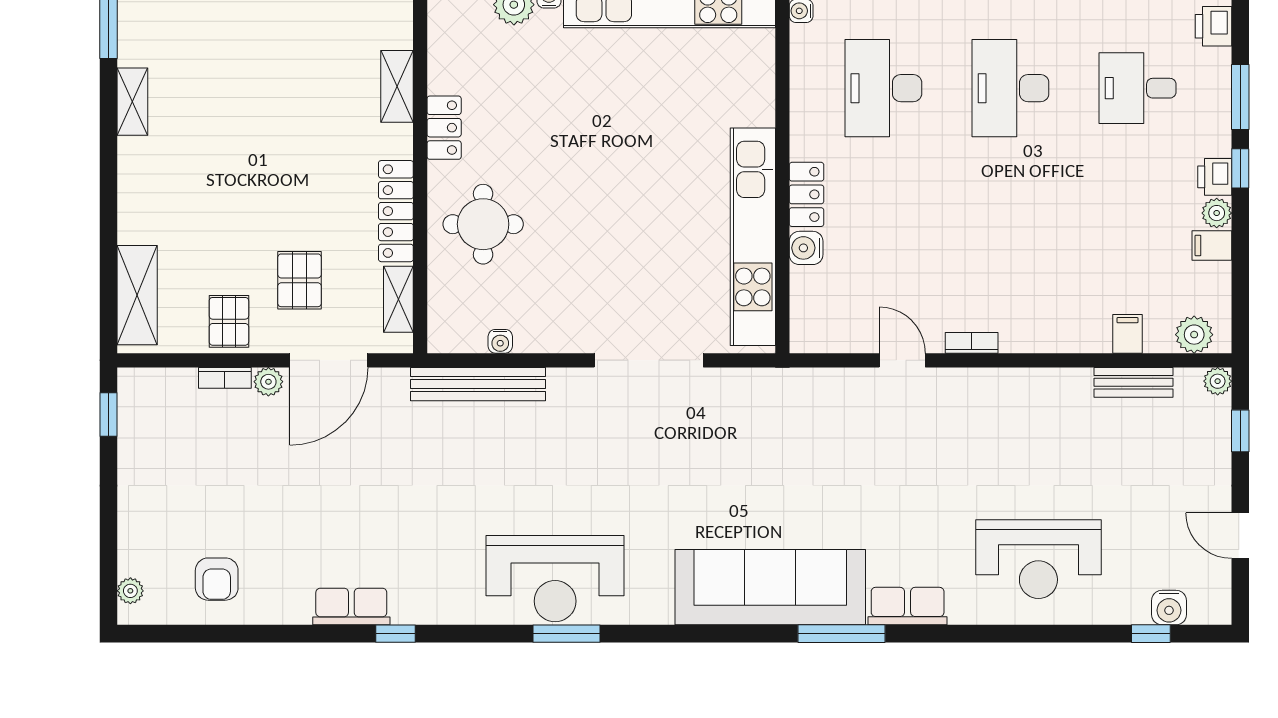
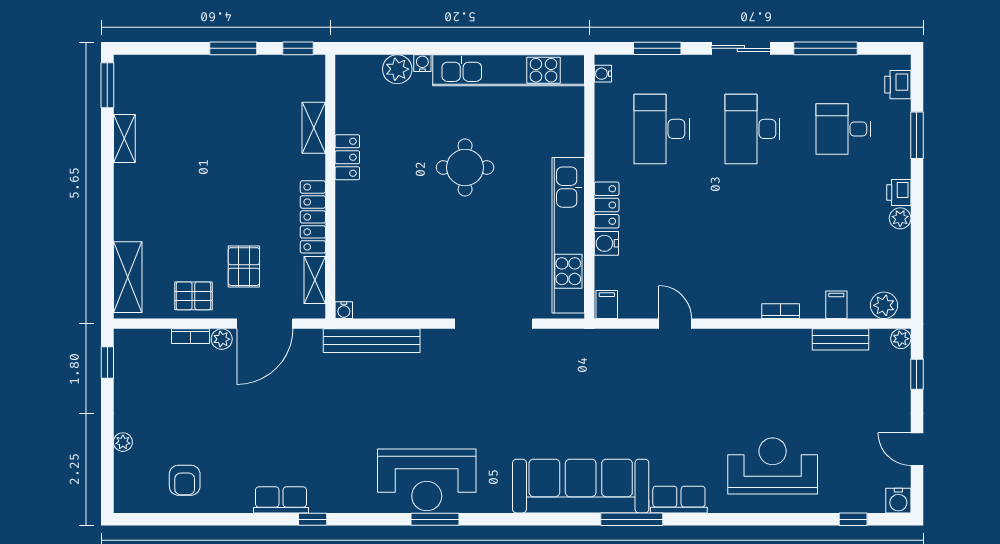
window: (1240, 168) -> (917, 186), removed
round table: (483, 224) -> (465, 167), moved
filing cabinet: (1212, 246) -> (607, 305), moved, turned 90
pallet: (229, 321) -> (193, 296), turned 90
water cooler: (500, 341) -> (344, 310), moved
bookcase: (972, 343) -> (781, 311), moved
reception desk: (1038, 559) -> (773, 466), turned 180
plant: (130, 591) -> (123, 442), moved
water cooler: (1169, 608) -> (898, 501), moved

